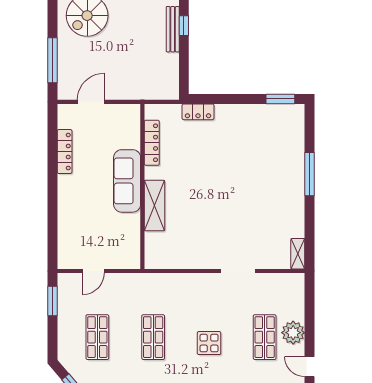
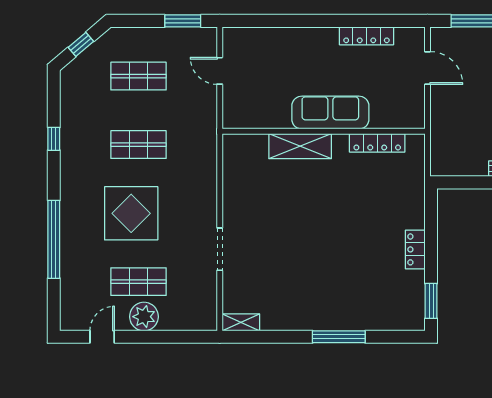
locker: (198, 112) -> (415, 249), moved
display table: (209, 343) -> (131, 213), width x1.86, depth x1.86

